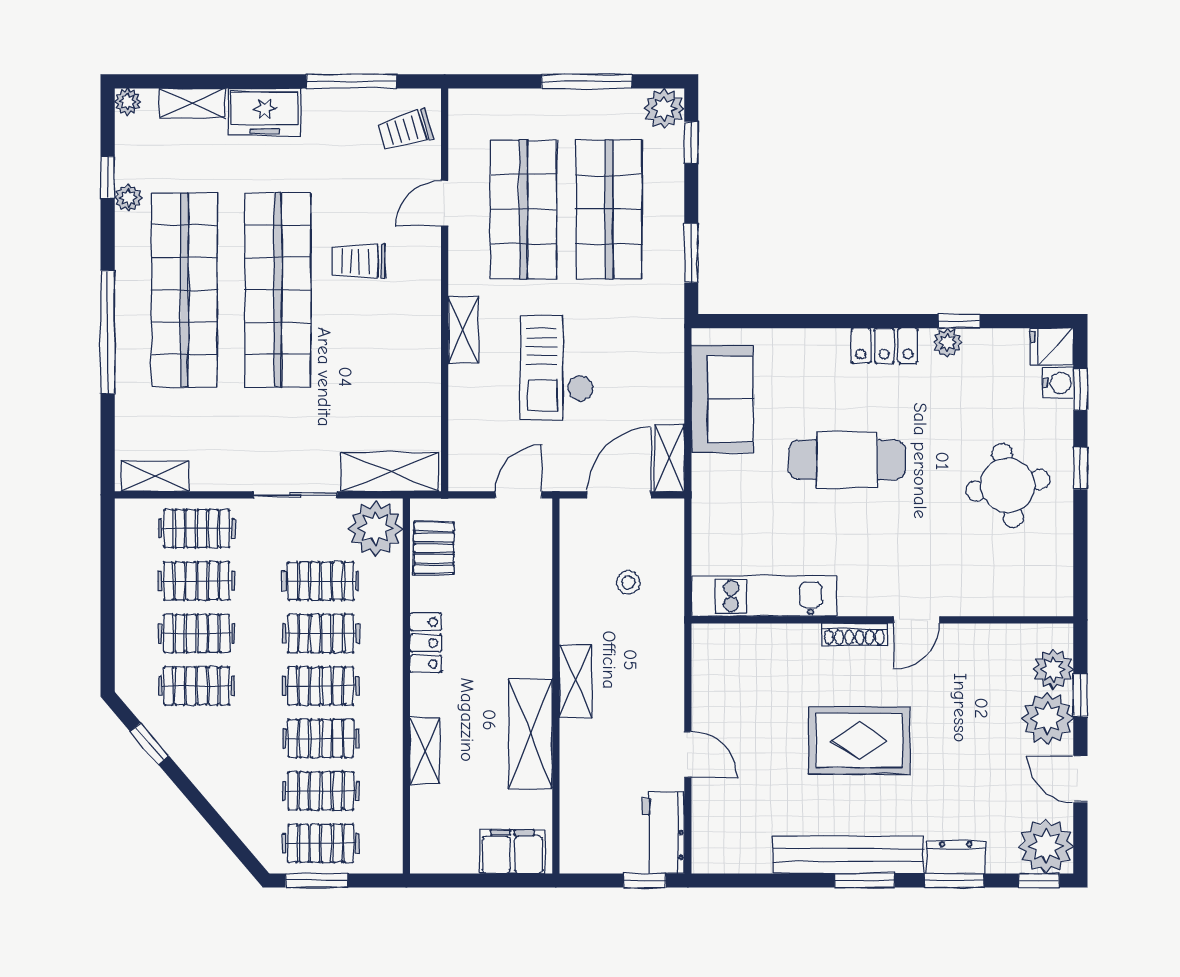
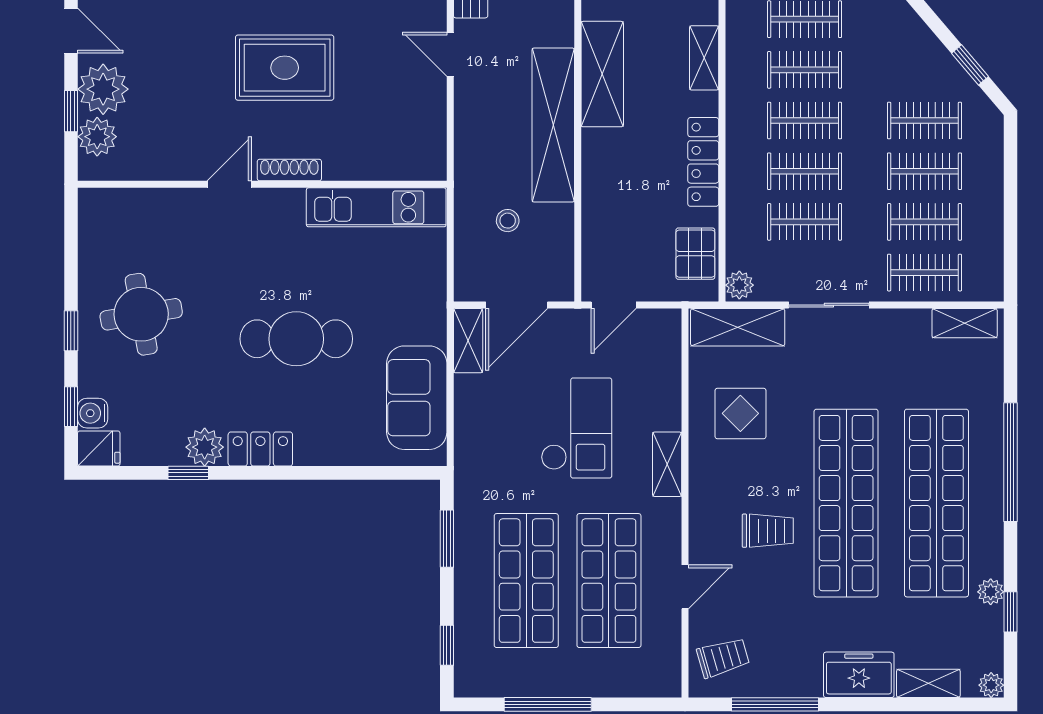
plant: (664, 108) -> (473, 678), removed
plant: (947, 342) -> (205, 447), width x1.38, depth x1.38
display table: (387, 383) -> (740, 413), added
plant: (375, 528) -> (739, 285), width x0.53, depth x0.53
locker: (426, 643) -> (703, 162), width x1.53
shelving: (576, 681) -> (553, 125), width x2.20, depth x1.33

